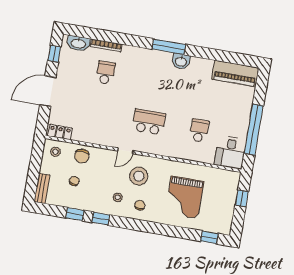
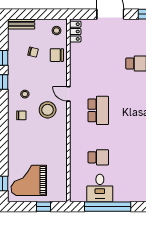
desk: (230, 152) -> (100, 188), moved, turned -90
grand piano: (184, 197) -> (29, 180), moved

